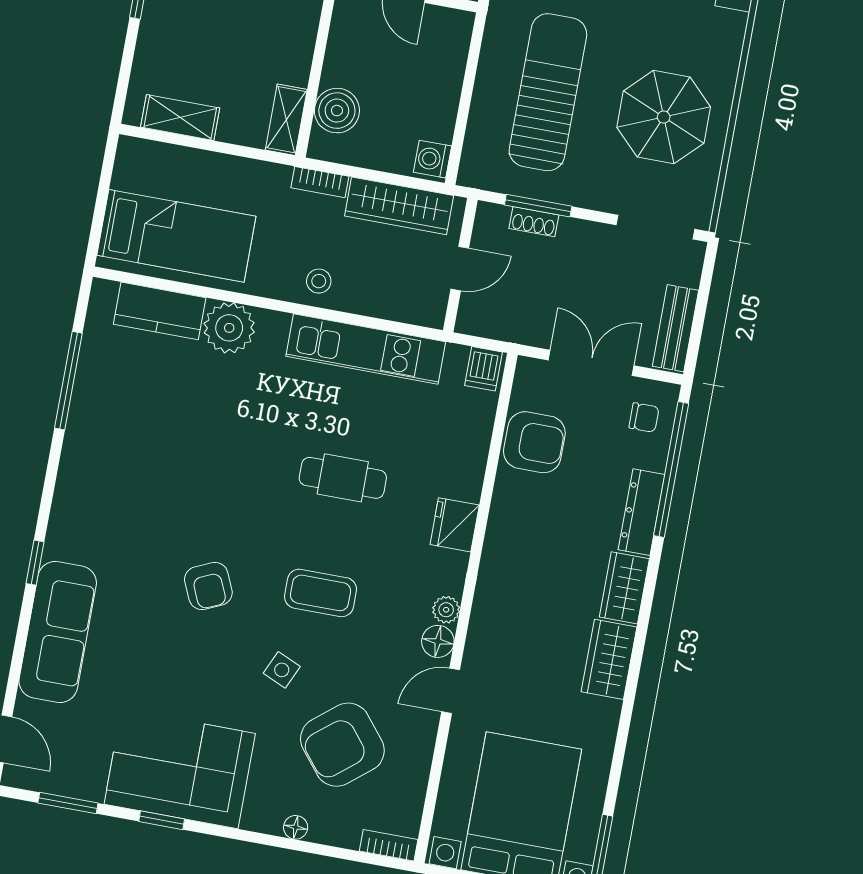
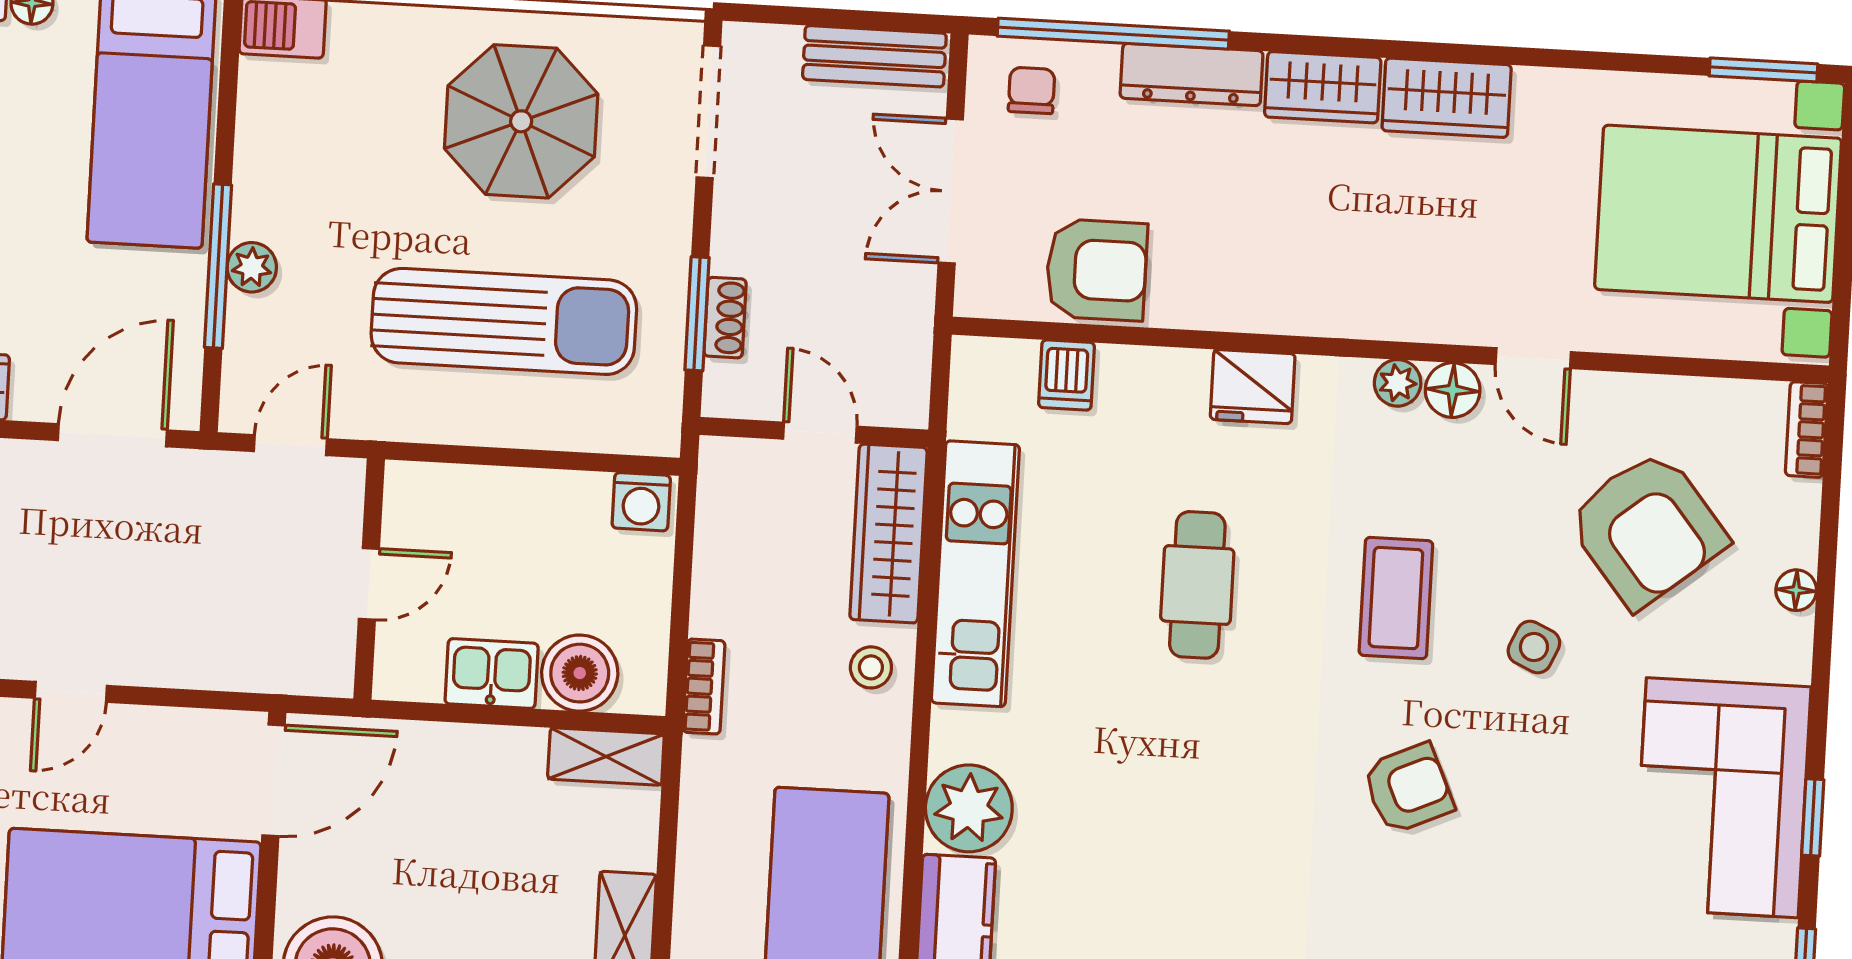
kitchen sink: (343, 59) -> (492, 674), added
sun lounger: (548, 92) -> (504, 321), turned 180
wardrobe: (399, 206) -> (888, 534), moved, turned 180
dishwasher: (484, 369) -> (1067, 375), moved, turned 90
armchair: (534, 442) -> (1097, 270), turned 90

